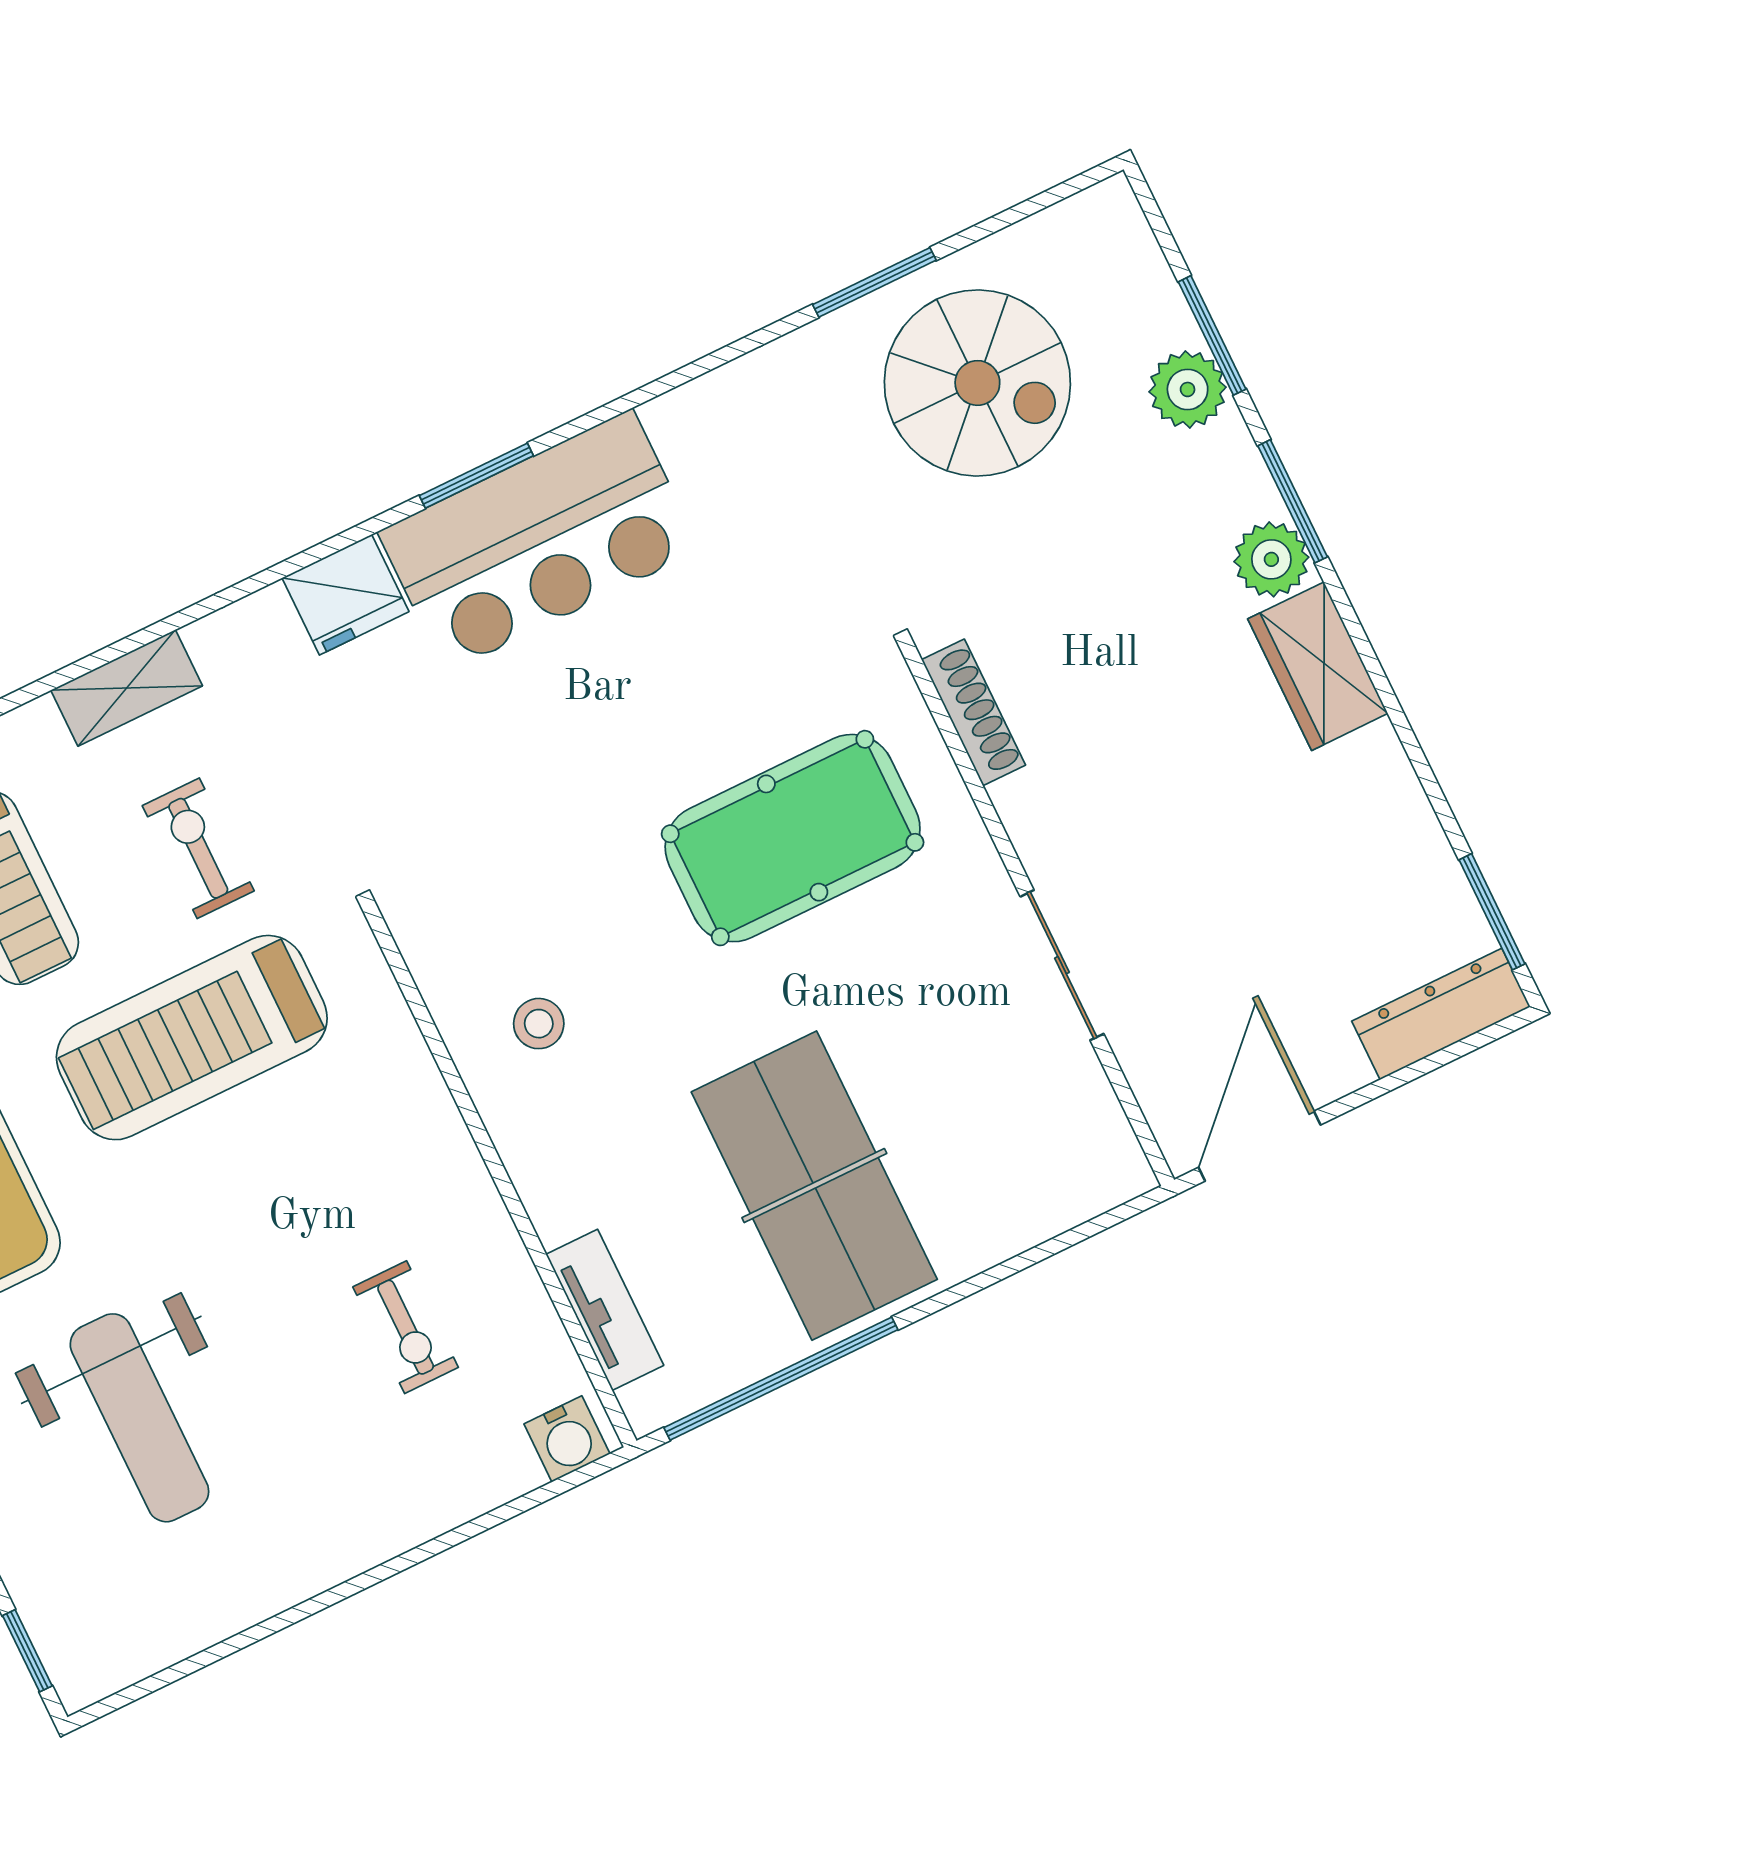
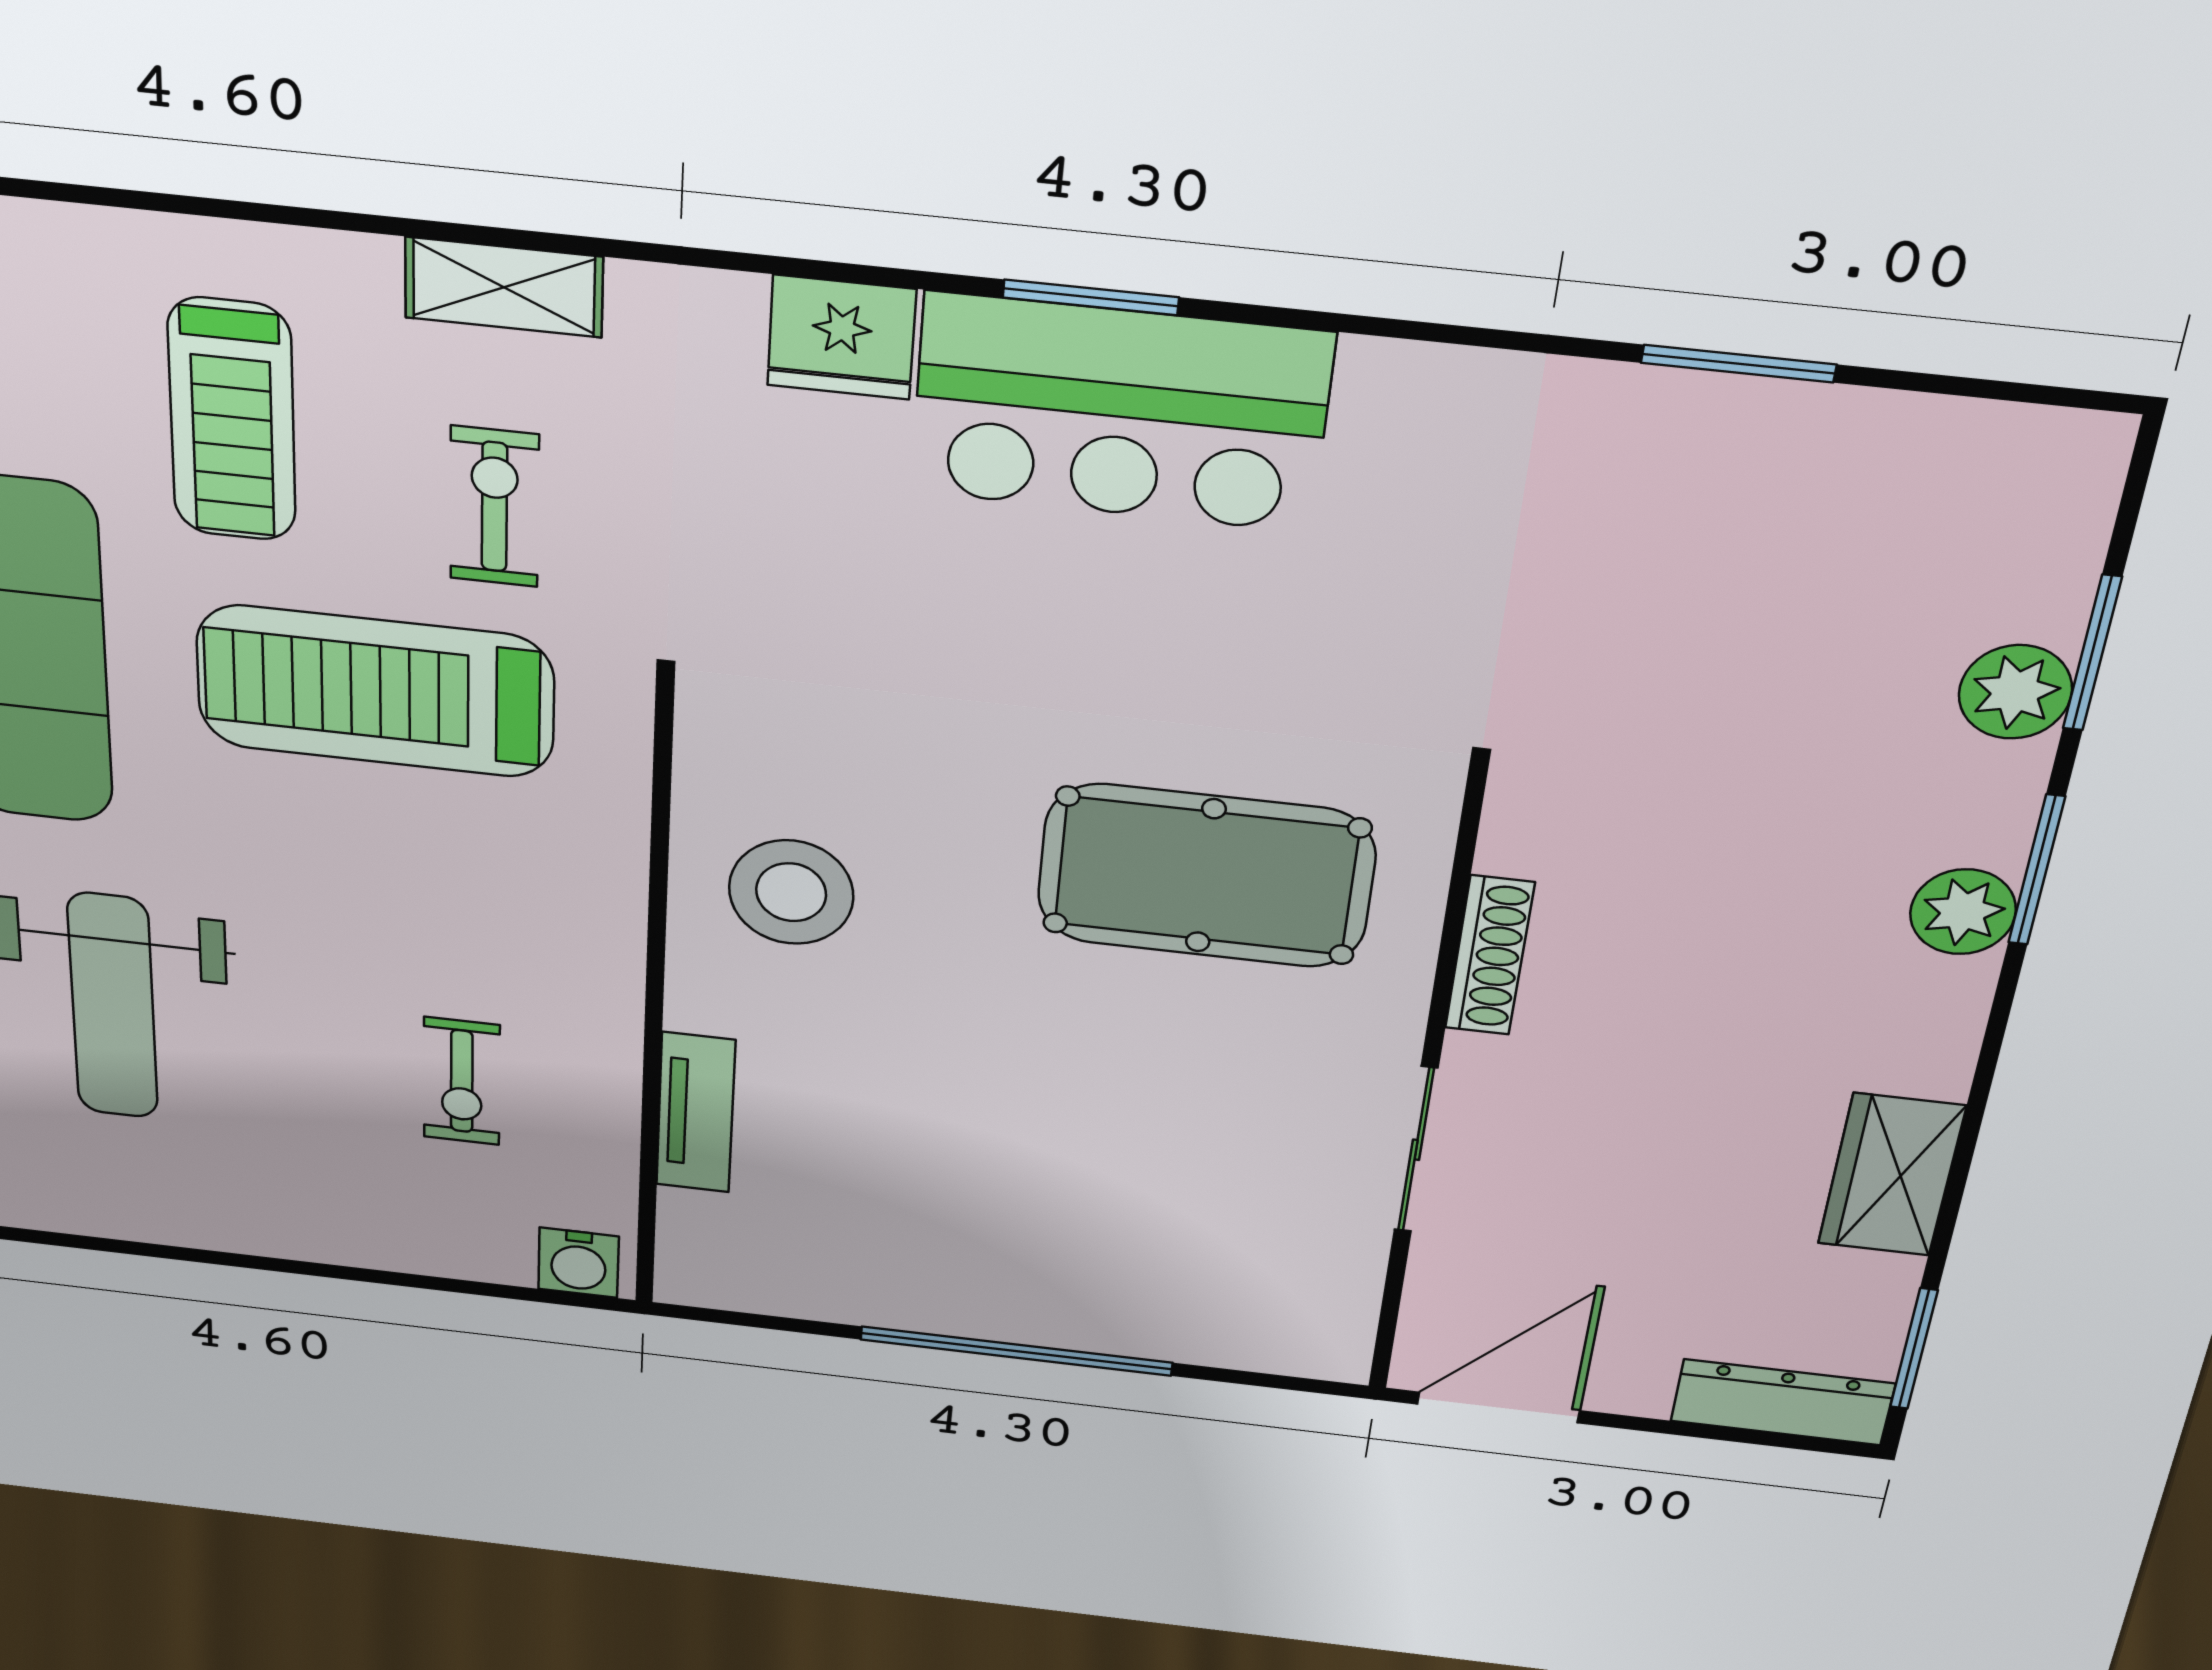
spiral stairs: (977, 383) -> (1775, 544), removed
wardrobe: (1318, 666) -> (1892, 1175), moved
shoe rack: (974, 712) -> (1490, 956), moved
stool: (539, 1024) -> (791, 892), width x1.89, depth x1.89
table tennis table: (814, 1186) -> (998, 1194), removed
tv unit: (605, 1310) -> (696, 1113), moved
window: (781, 1379) -> (1016, 1351), moved

